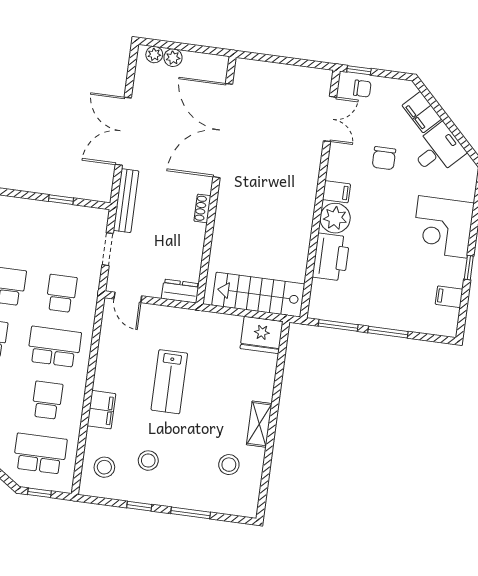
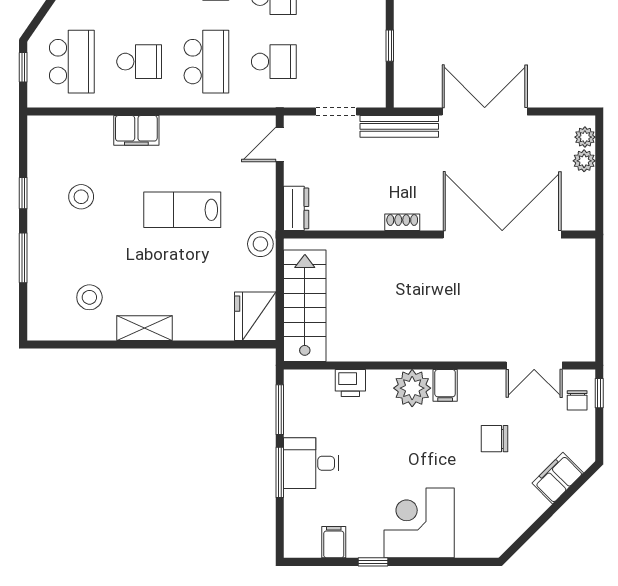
desk: (438, 150) -> (311, 463), moved, turned 135
printer: (331, 257) -> (350, 383), width x0.53, depth x0.68
stool: (104, 467) -> (260, 244), moved

